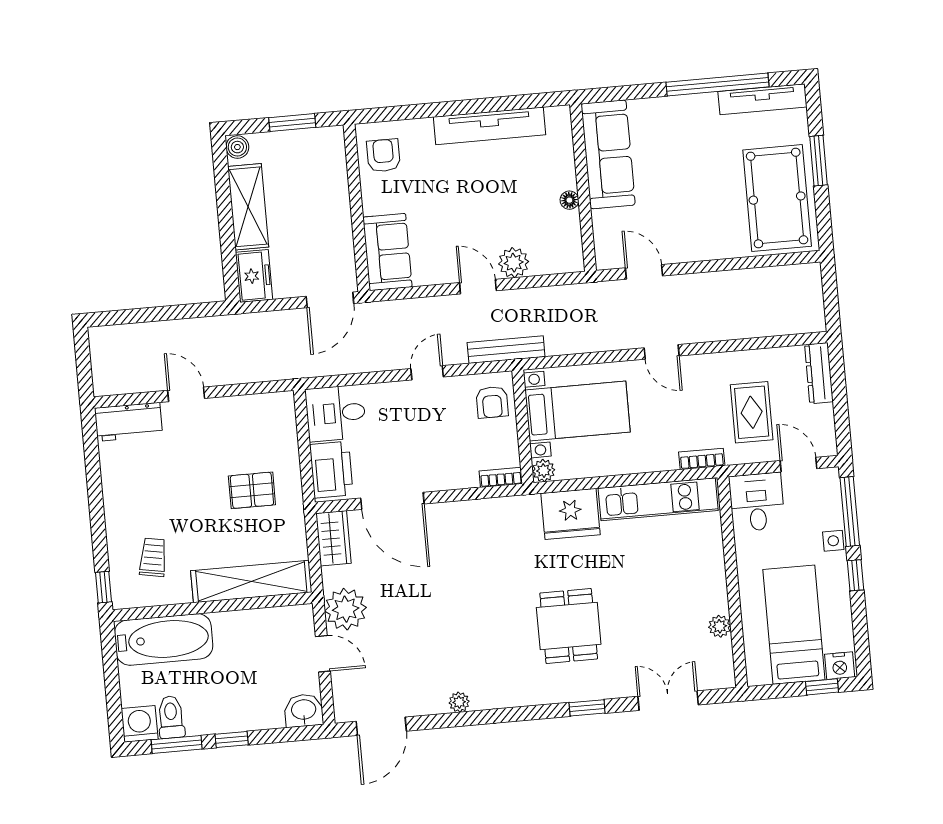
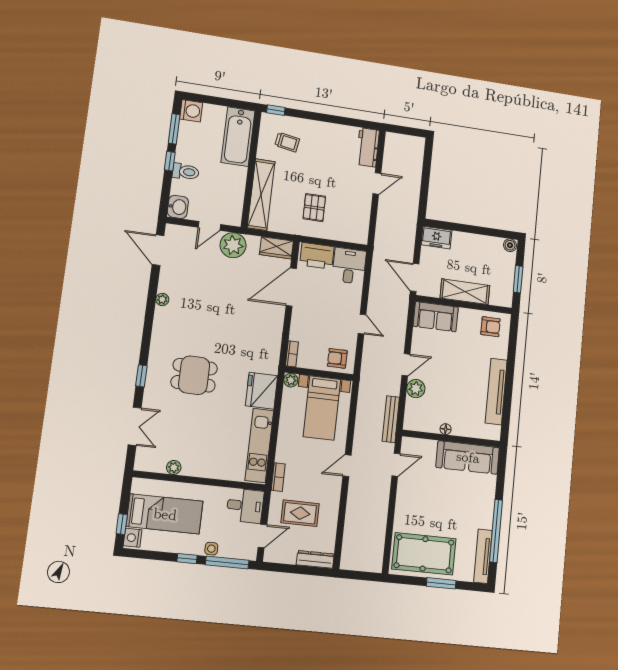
shelving: (248, 207) -> (465, 292), moved
bench: (506, 350) -> (391, 419), moved
toilet: (171, 717) -> (186, 172), moved

